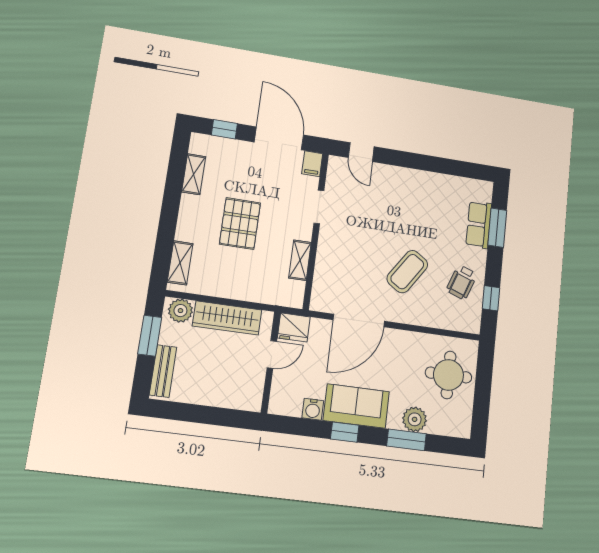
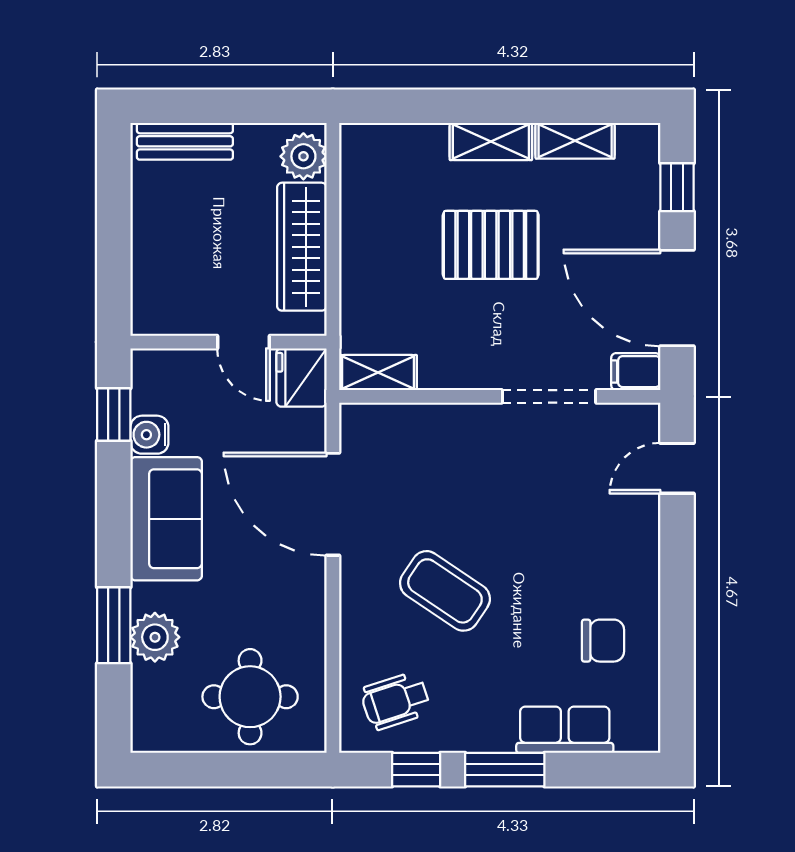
door: (279, 138) -> (677, 298), swing flipped
chair: (439, 200) -> (603, 641), added
doorway: (319, 207) -> (549, 396), width x1.38
window: (497, 228) -> (505, 770), moved
shelving: (300, 260) -> (378, 372), moved
shelving: (180, 263) -> (491, 142), moved
wheelchair: (462, 282) -> (395, 701), moved, turned -38
window: (150, 336) -> (248, 106), removed
window: (345, 432) -> (114, 415), moved

